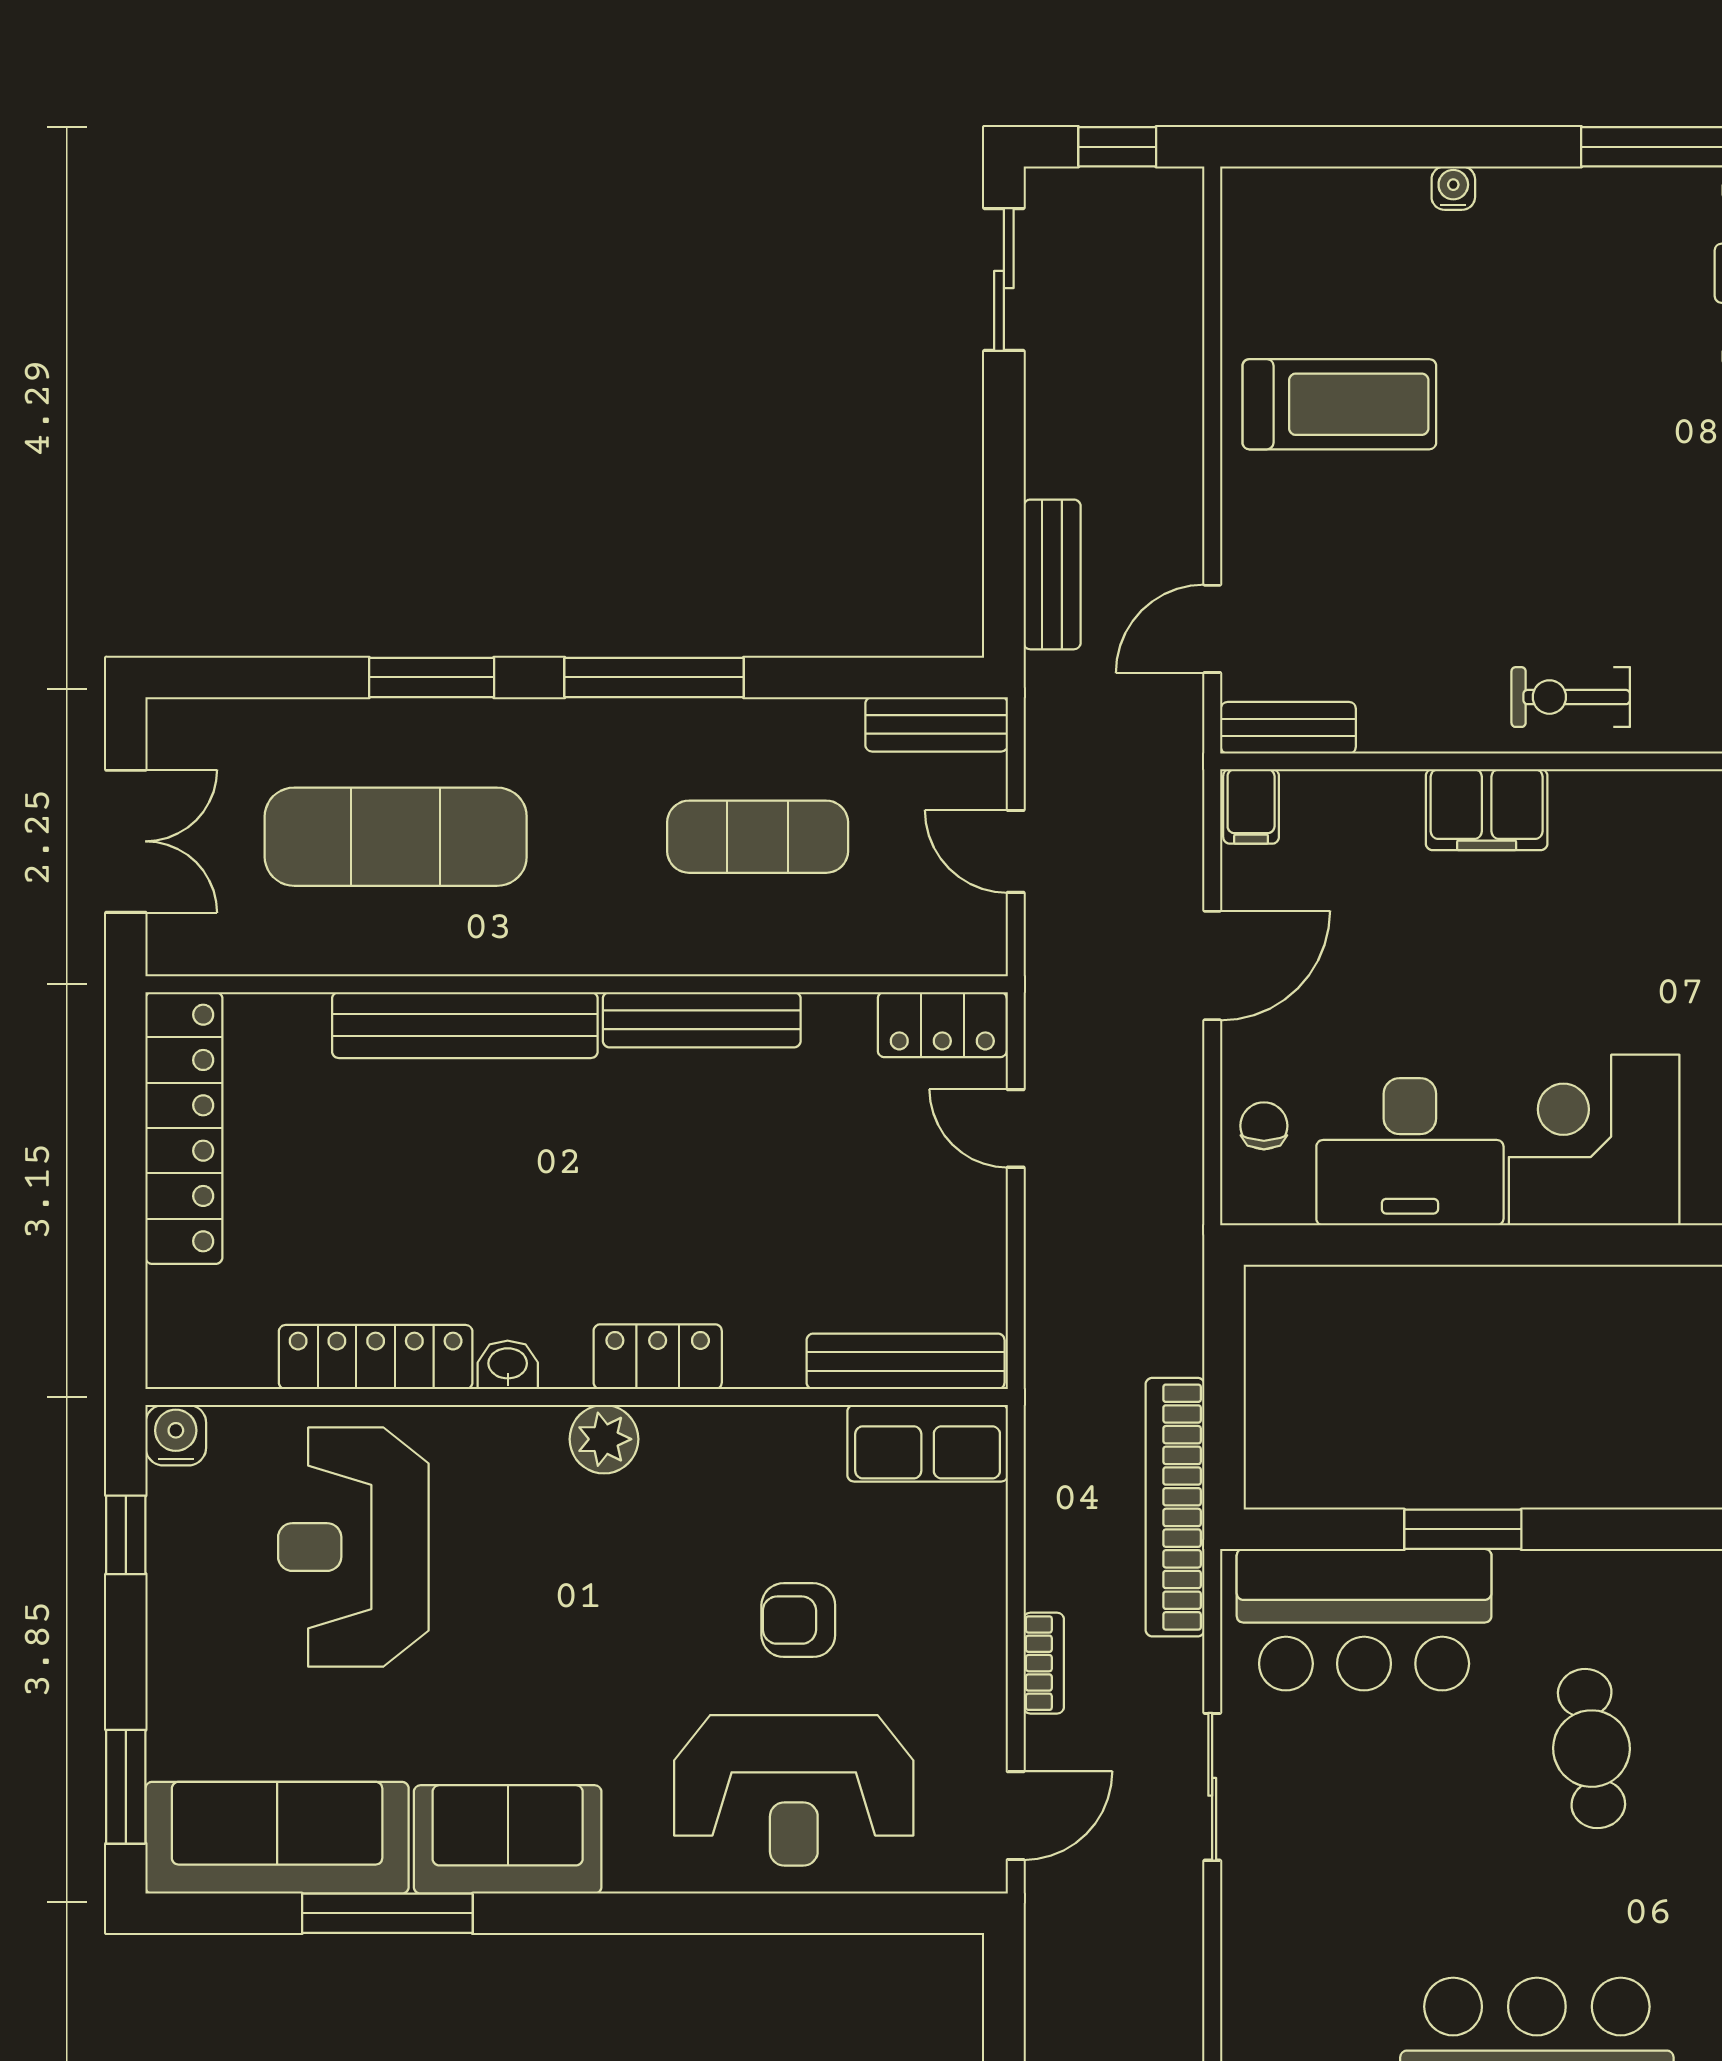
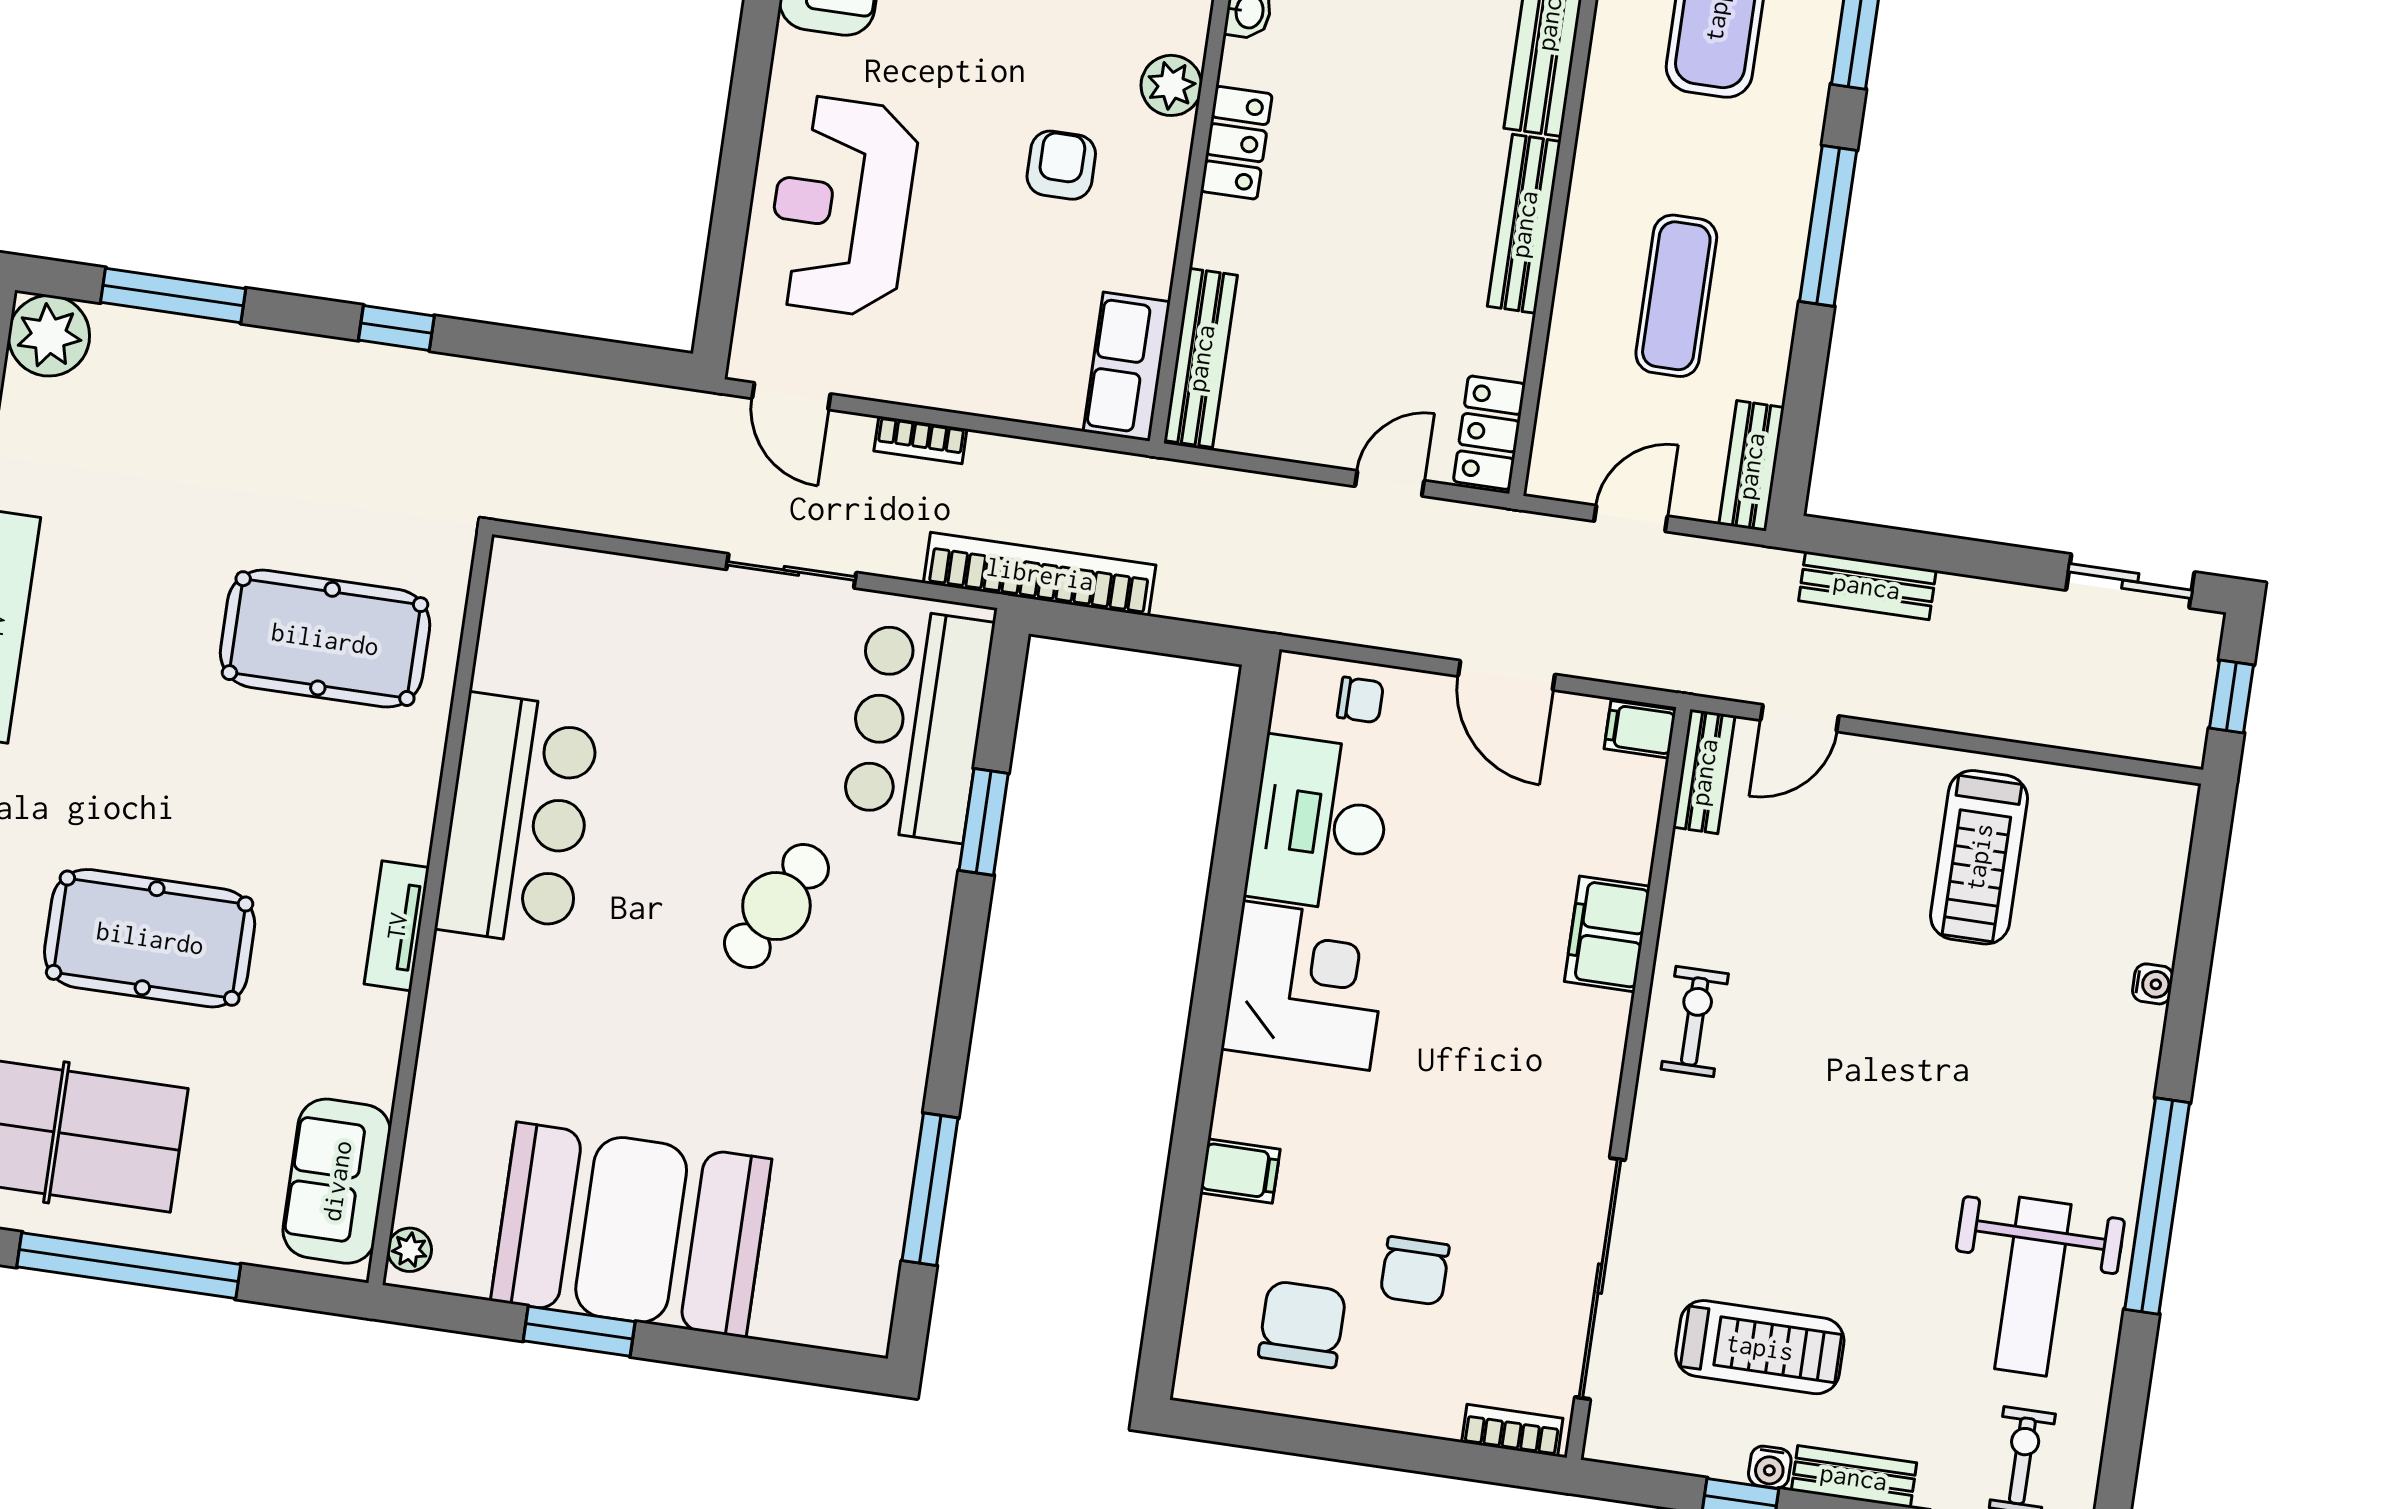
door: (1212, 629) -> (1800, 718), swing flipped
armchair: (798, 1620) -> (1061, 165), moved
cafe table: (1591, 1749) -> (776, 906), turned -55

